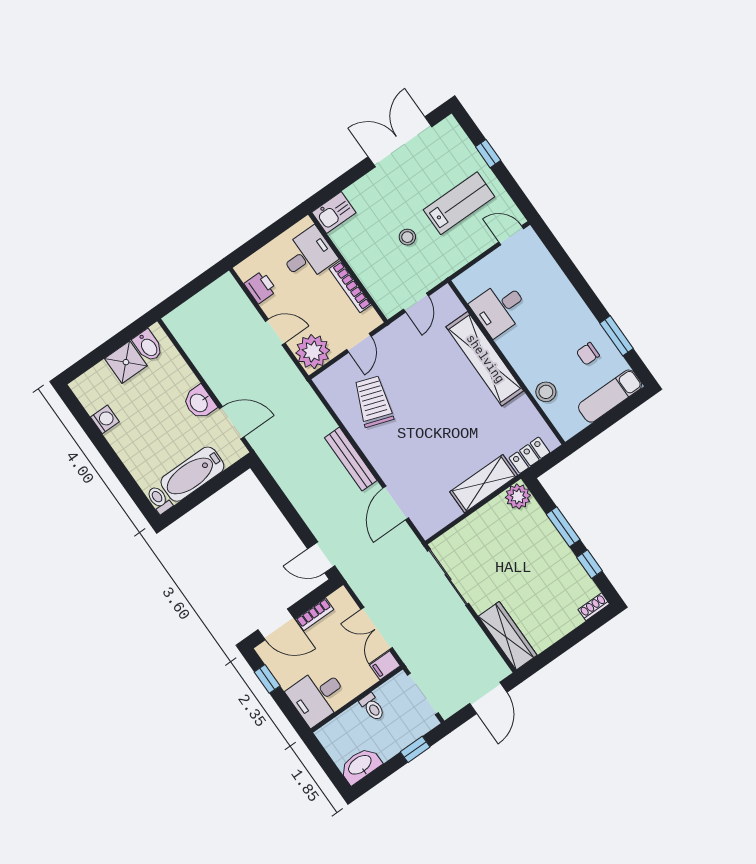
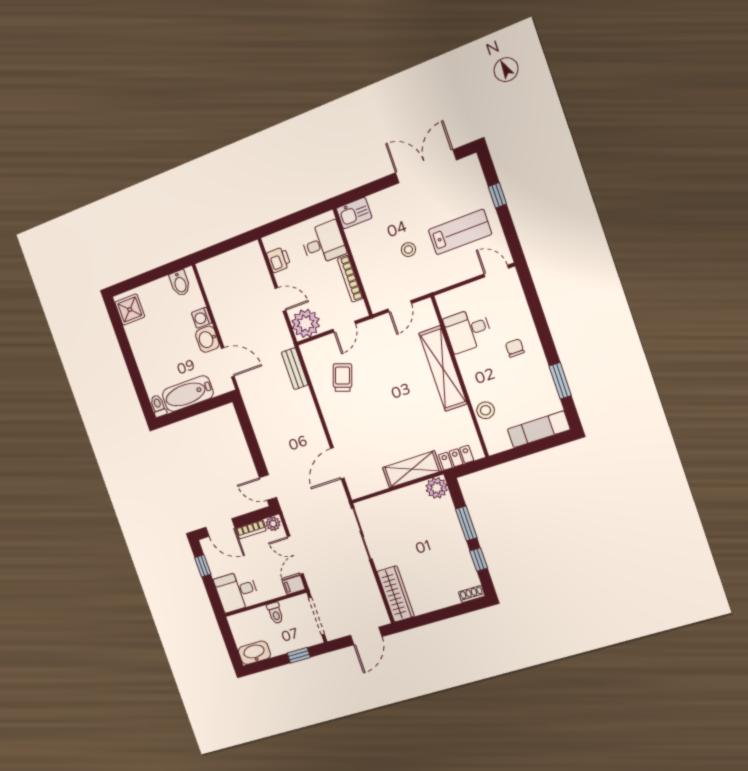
chair: (588, 354) -> (515, 348), moved, turned 90
shower: (126, 362) -> (130, 310), moved
trolley: (373, 401) -> (342, 377), width x0.73, depth x0.72
washing machine: (105, 419) -> (202, 318), moved, turned 180
bench: (351, 459) -> (295, 369), moved, width x0.73
plant: (339, 599) -> (273, 524), added

